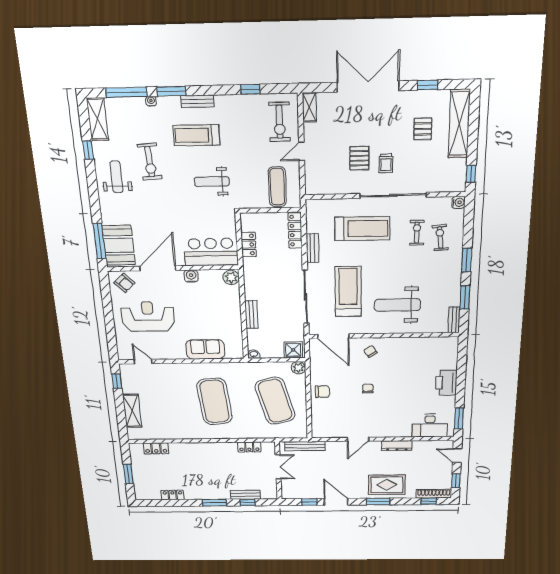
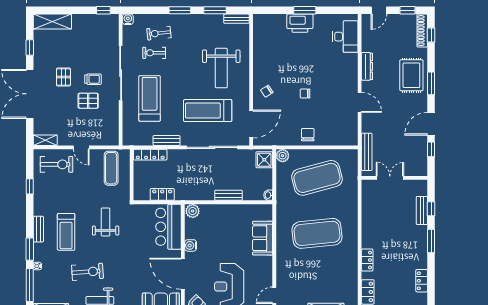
shelving: (459, 124) -> (52, 21), width x0.68
pallet: (423, 129) -> (63, 77), moved, turned 90
weight bench: (212, 182) -> (106, 222), turned 180
exercise mat: (277, 187) -> (111, 168), turned 90
window: (459, 418) -> (305, 10), moved
locker: (249, 447) -> (367, 260), moved

